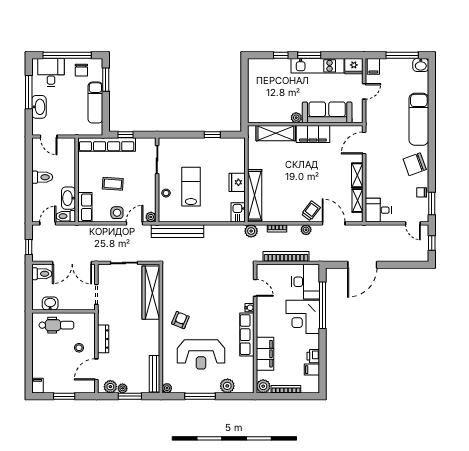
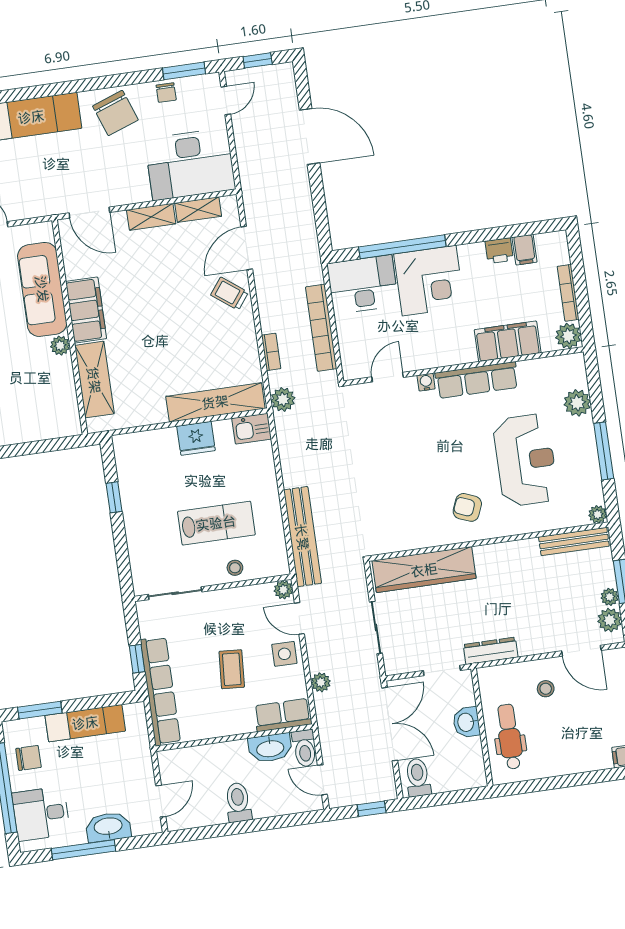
lab bench: (191, 187) -> (216, 523), turned 180
desk: (378, 210) -> (190, 164), width x1.87, depth x1.30
plant: (306, 230) -> (321, 682), moved
door: (362, 265) -> (310, 136), moved
washbasin: (50, 303) -> (466, 722), moved
dresser: (103, 339) -> (491, 651), moved

